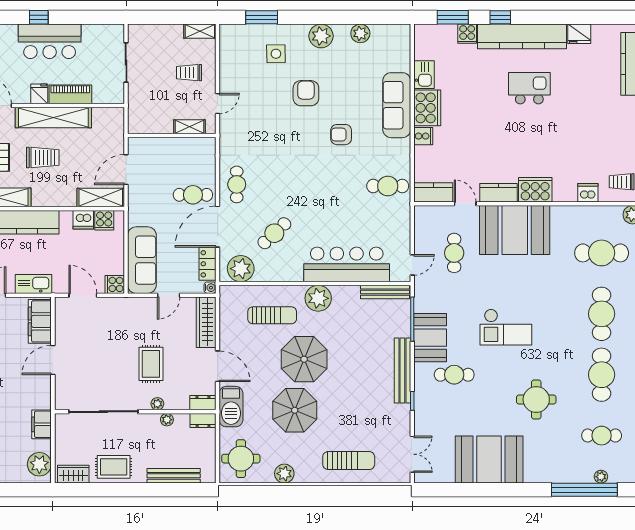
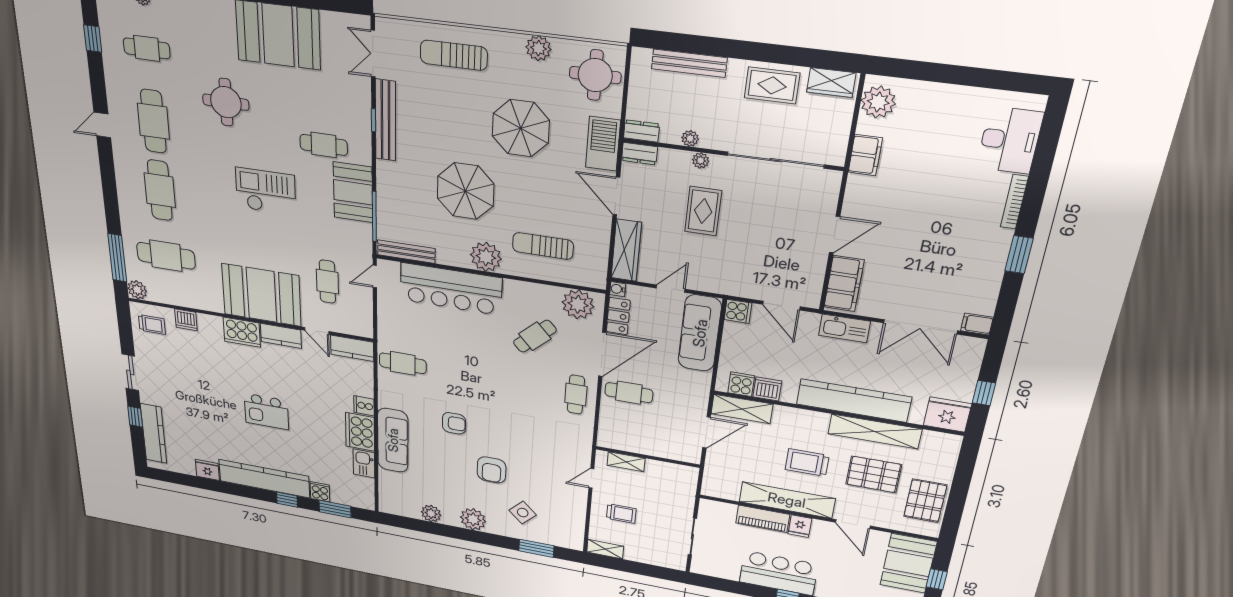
side table: (276, 54) -> (523, 513), turned 45
kitchen island: (529, 88) -> (266, 411), moved
parasol: (304, 359) -> (466, 191), moved
bench: (402, 371) -> (385, 120), moved

